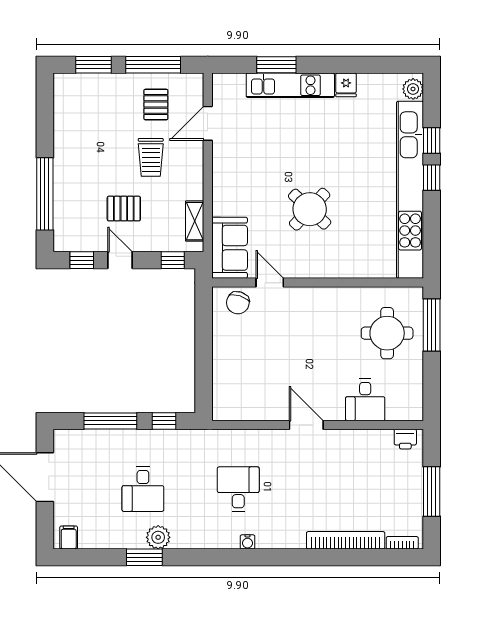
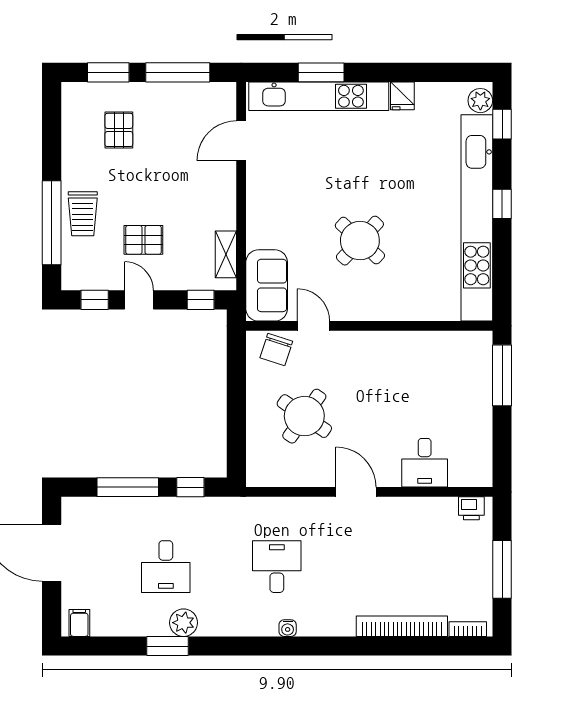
kitchen unit: (290, 85) -> (319, 96), width x1.36
pallet: (156, 105) -> (119, 130), moved
window: (432, 140) -> (502, 124), moved
trolley: (151, 157) -> (83, 214), moved
round table: (387, 333) -> (304, 416), moved, turned 35

